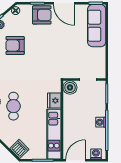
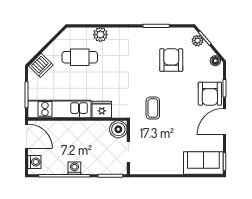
sofa: (97, 26) -> (203, 163), width x0.73
coffee table: (53, 60) -> (153, 108), added
cafe table: (13, 106) -> (80, 57), moved

